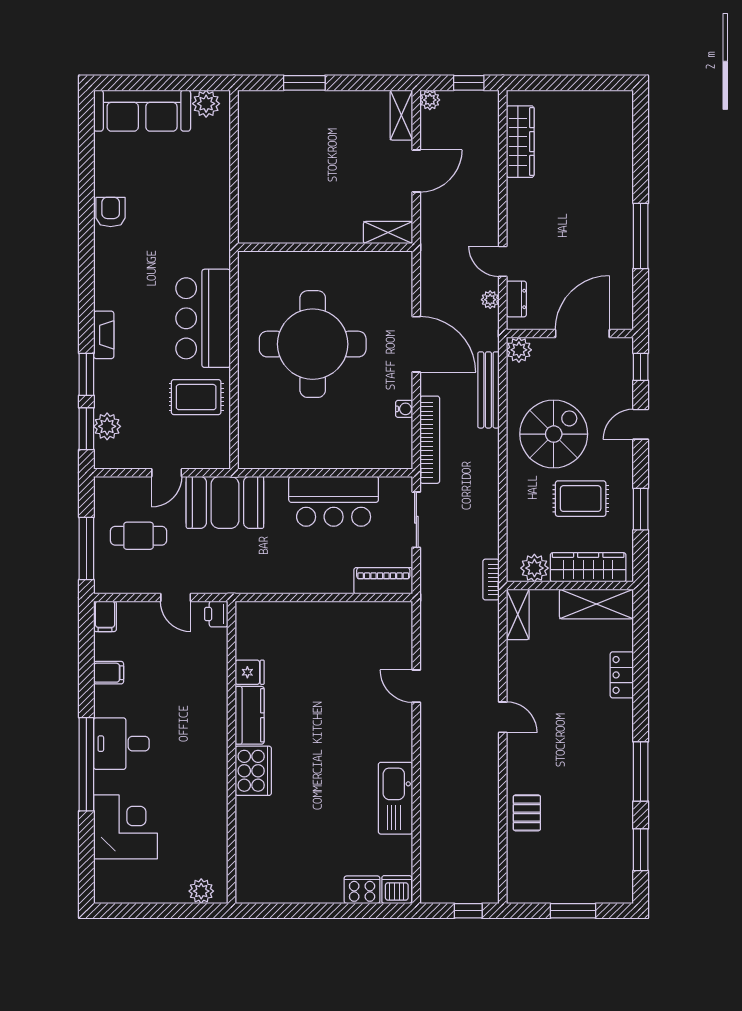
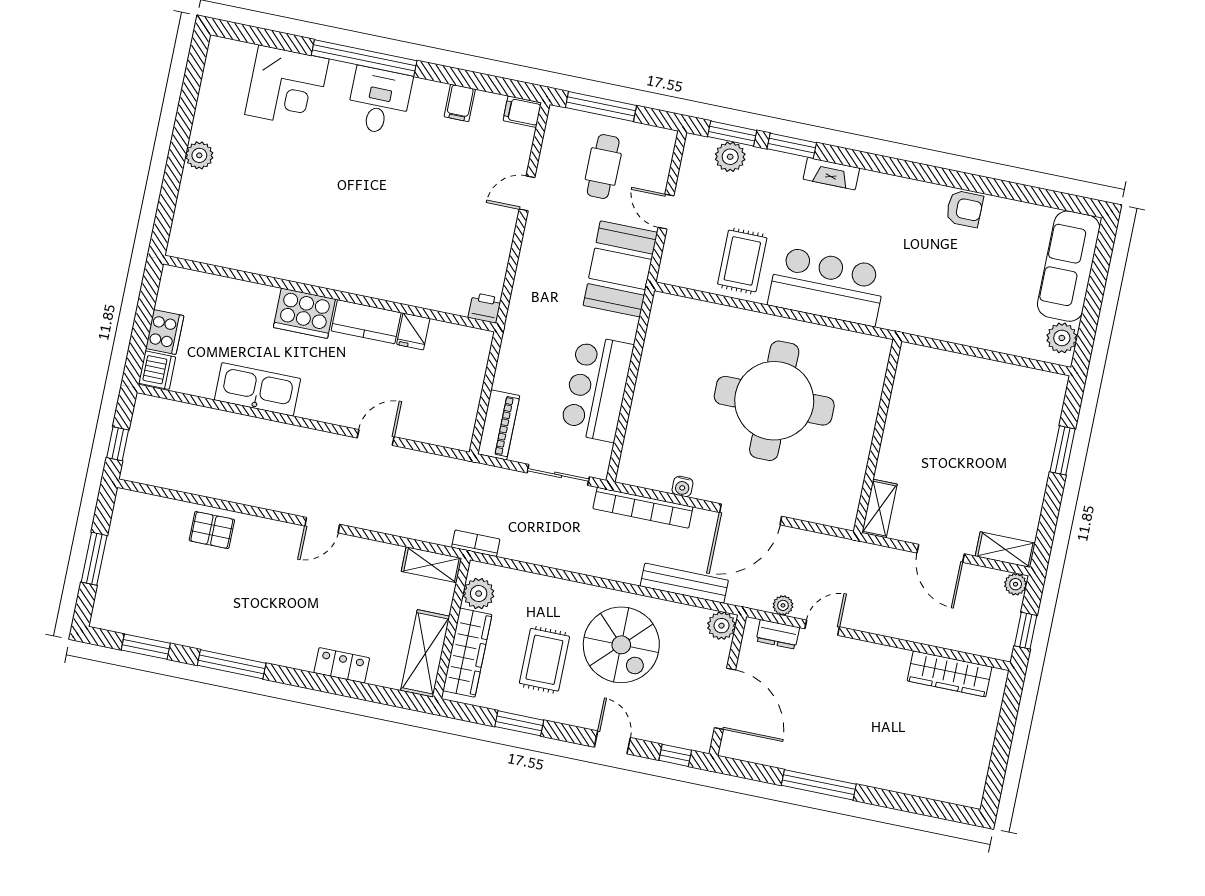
printer: (216, 614) -> (485, 308), moved
fridge: (250, 672) -> (413, 331), moved
kitchen counter: (250, 715) -> (366, 322), moved
wall: (232, 752) -> (330, 294), moved
cooker: (253, 771) -> (304, 313), moved

